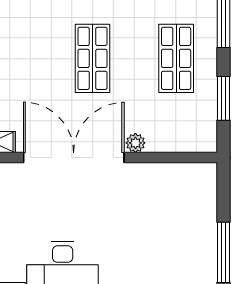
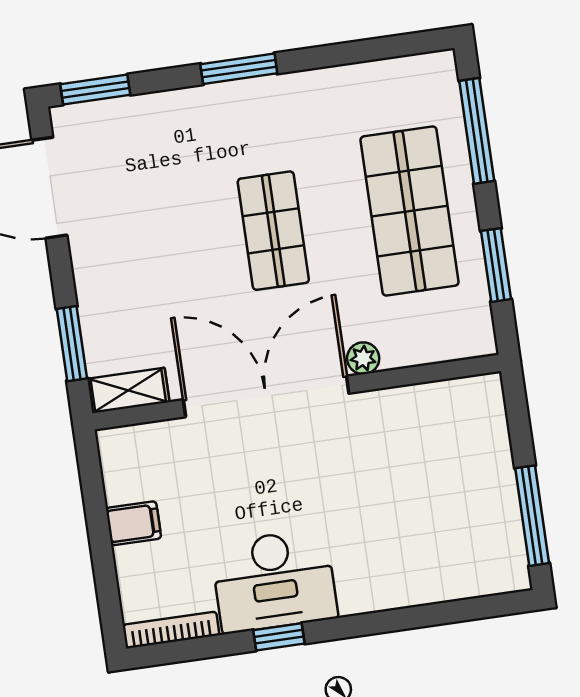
shop shelf: (176, 58) -> (409, 211), width x1.43, depth x1.36

